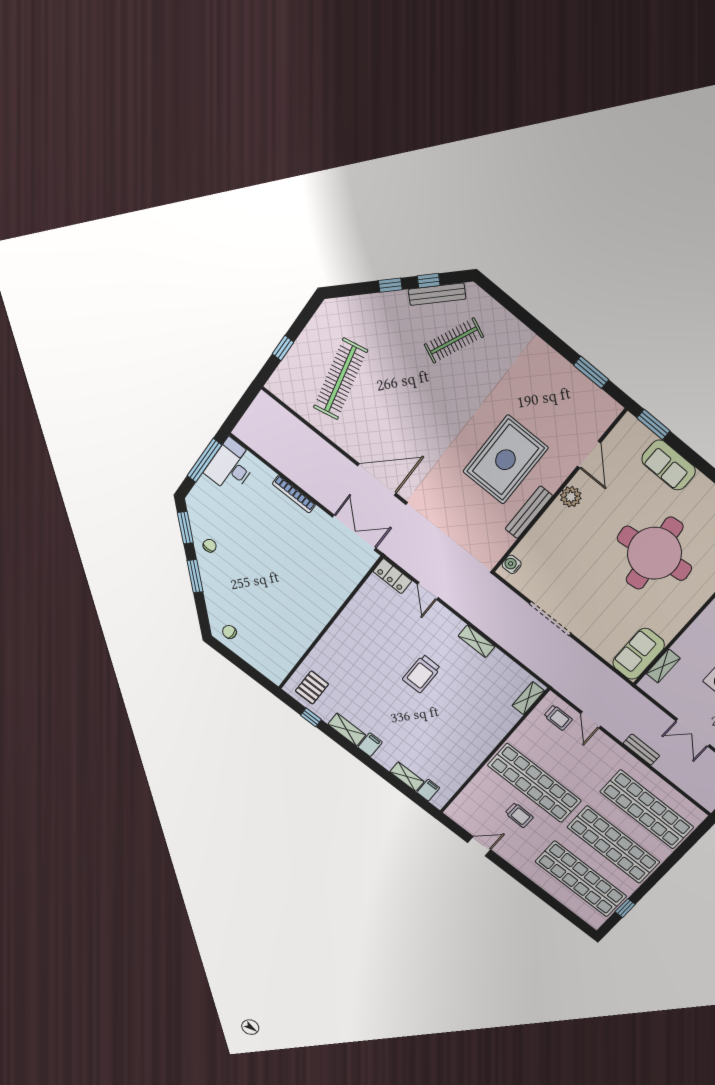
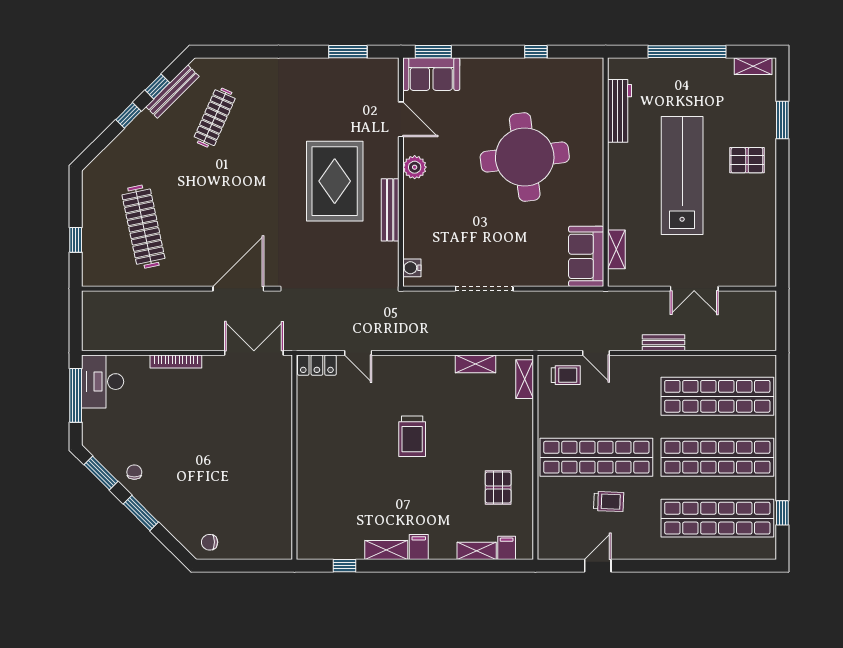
sofa: (669, 465) -> (431, 74), moved
shelving: (476, 641) -> (476, 364), moved
pallet: (312, 688) -> (498, 487), moved

